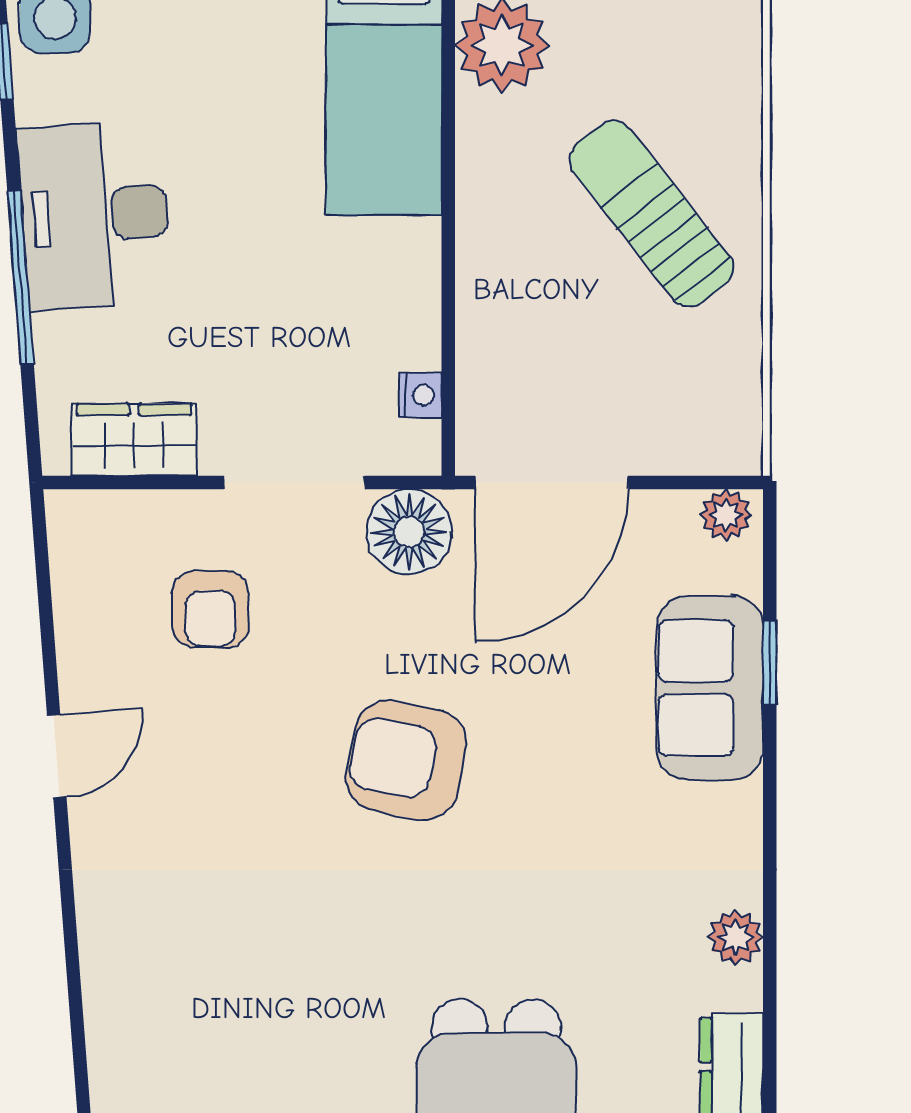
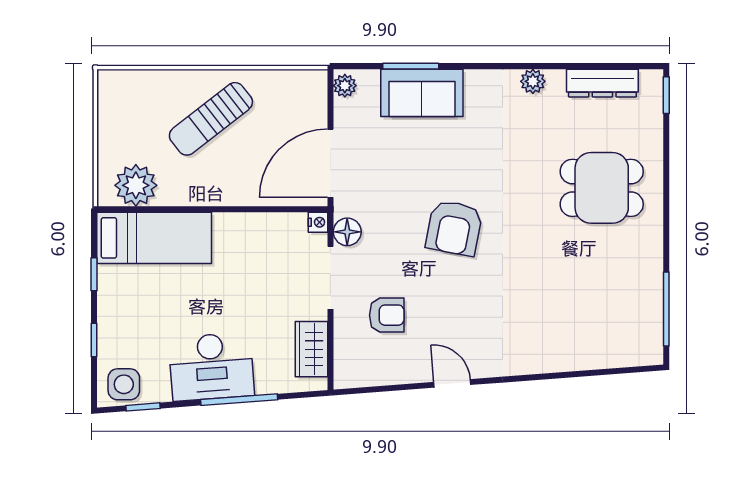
nightstand: (420, 395) -> (318, 222), moved, turned 90
door: (552, 483) -> (330, 163), swing flipped
floor lamp: (409, 532) -> (347, 232), width x0.73, depth x0.73
window: (770, 663) -> (411, 66), width x1.50

